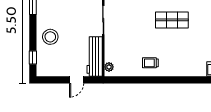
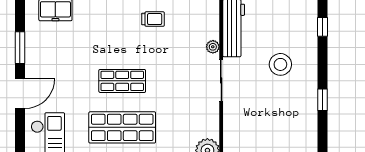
stool: (50, 37) -> (280, 64), moved
plant: (109, 67) -> (213, 47), moved

